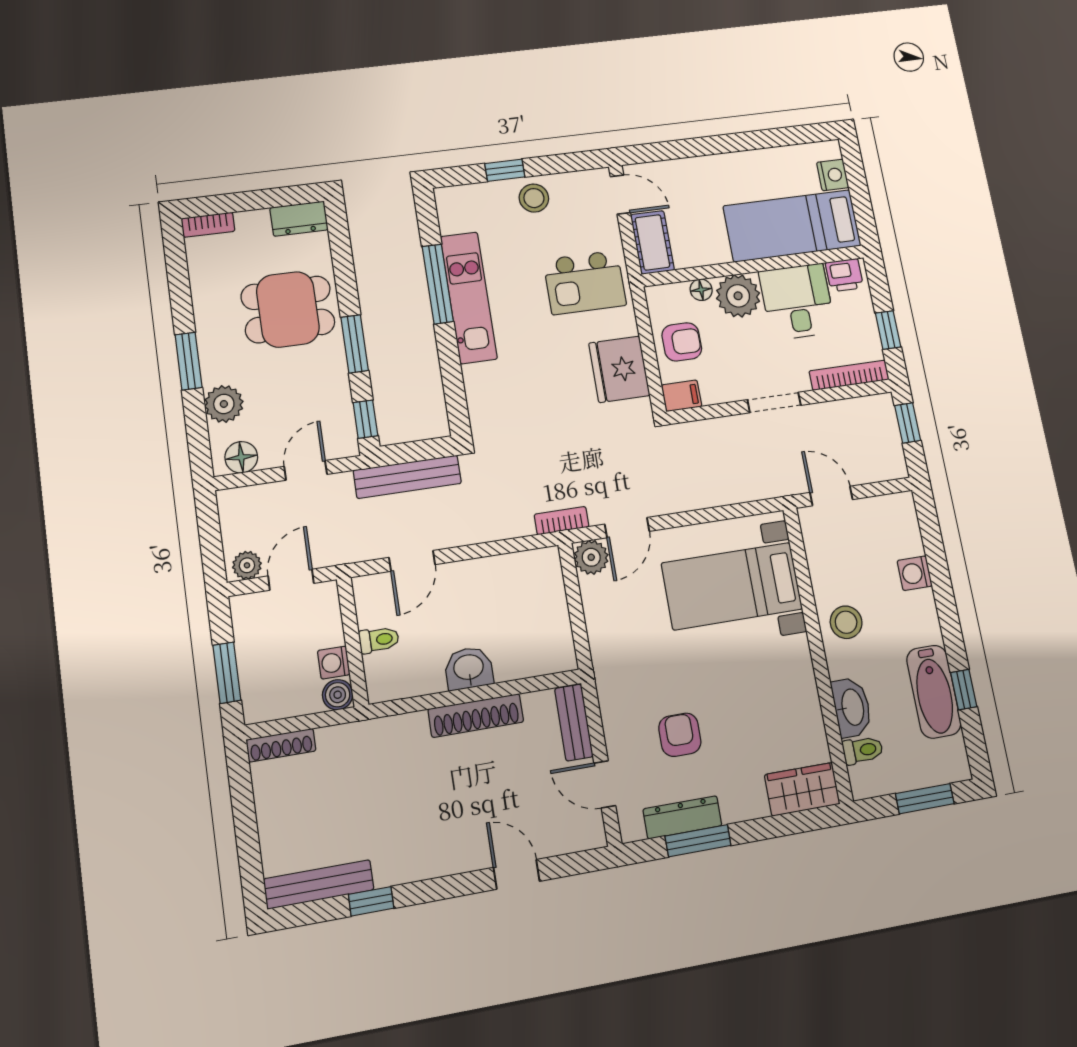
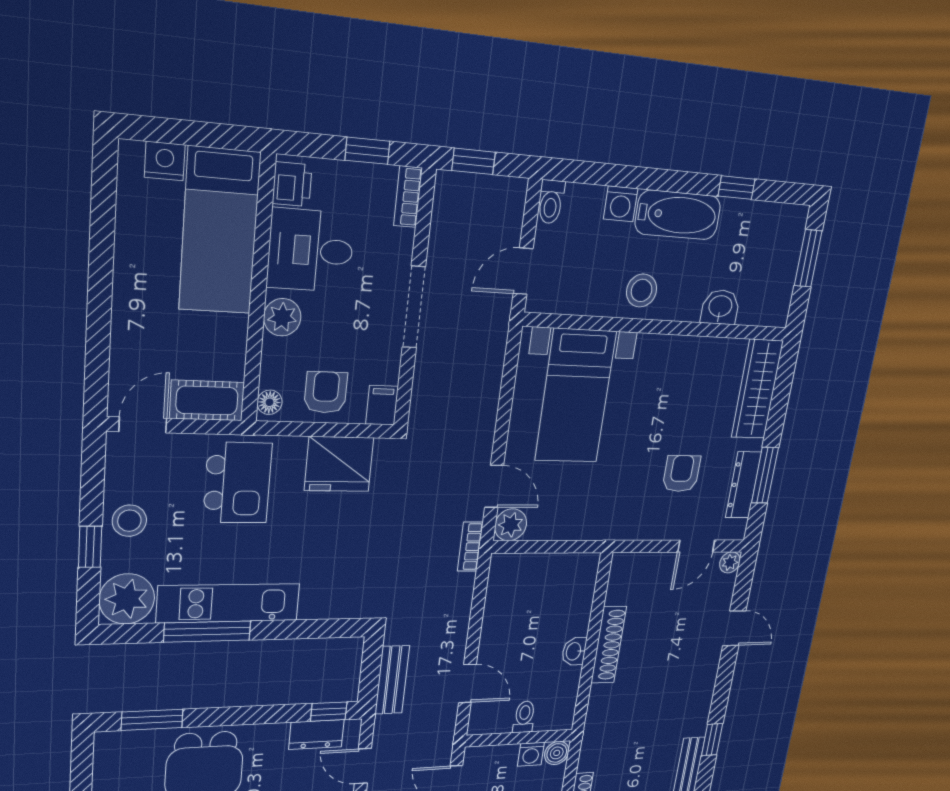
plant: (460, 208) -> (127, 599), added
dresser: (299, 219) -> (316, 735), moved, turned 90
floor lamp: (701, 290) -> (269, 402), moved
plant: (738, 296) -> (282, 317), width x0.73, depth x0.73
window: (355, 344) -> (152, 720), moved
bookcase: (849, 375) -> (408, 197), width x0.64
doorway: (774, 402) -> (414, 307), width x1.38
bench: (407, 477) -> (392, 680), width x0.73
washbasin: (469, 668) -> (574, 651), width x0.72, depth x0.69
bathtub: (934, 692) -> (678, 215), moved
washbasin: (852, 707) -> (720, 307), width x0.72
bench: (574, 722) -> (641, 564), removed
armchair: (680, 735) -> (681, 474), turned 90
toilet: (863, 750) -> (551, 202), moved, turned 180
wardrobe: (802, 789) -> (757, 389), width x1.50
plant: (593, 836) -> (730, 562), added
door: (517, 874) -> (734, 628), swing flipped

